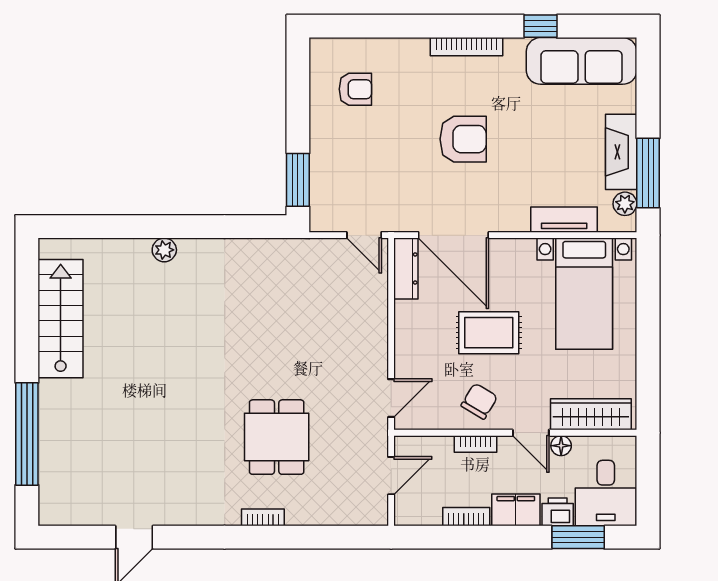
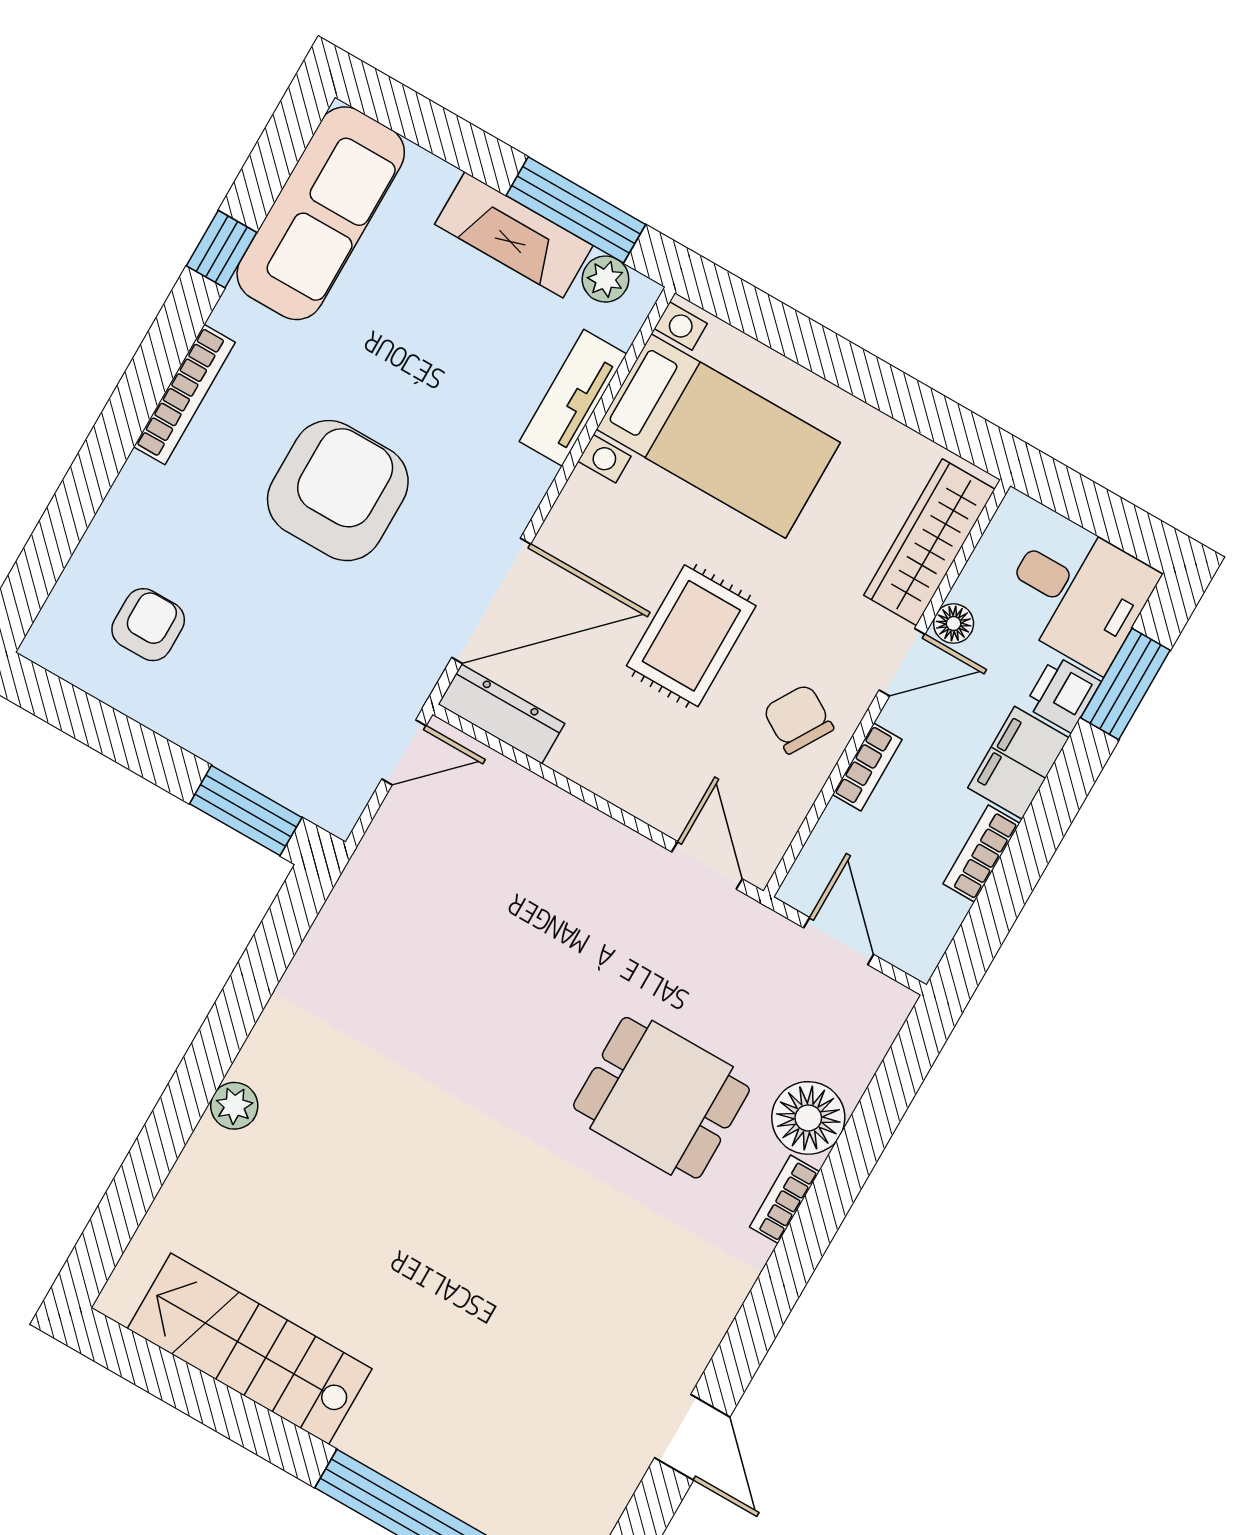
armchair: (463, 139) -> (338, 491), width x1.36, depth x1.36
floor lamp: (305, 507) -> (808, 1118), added

